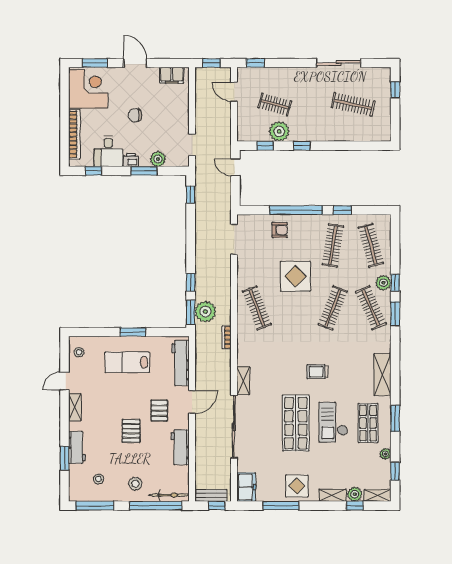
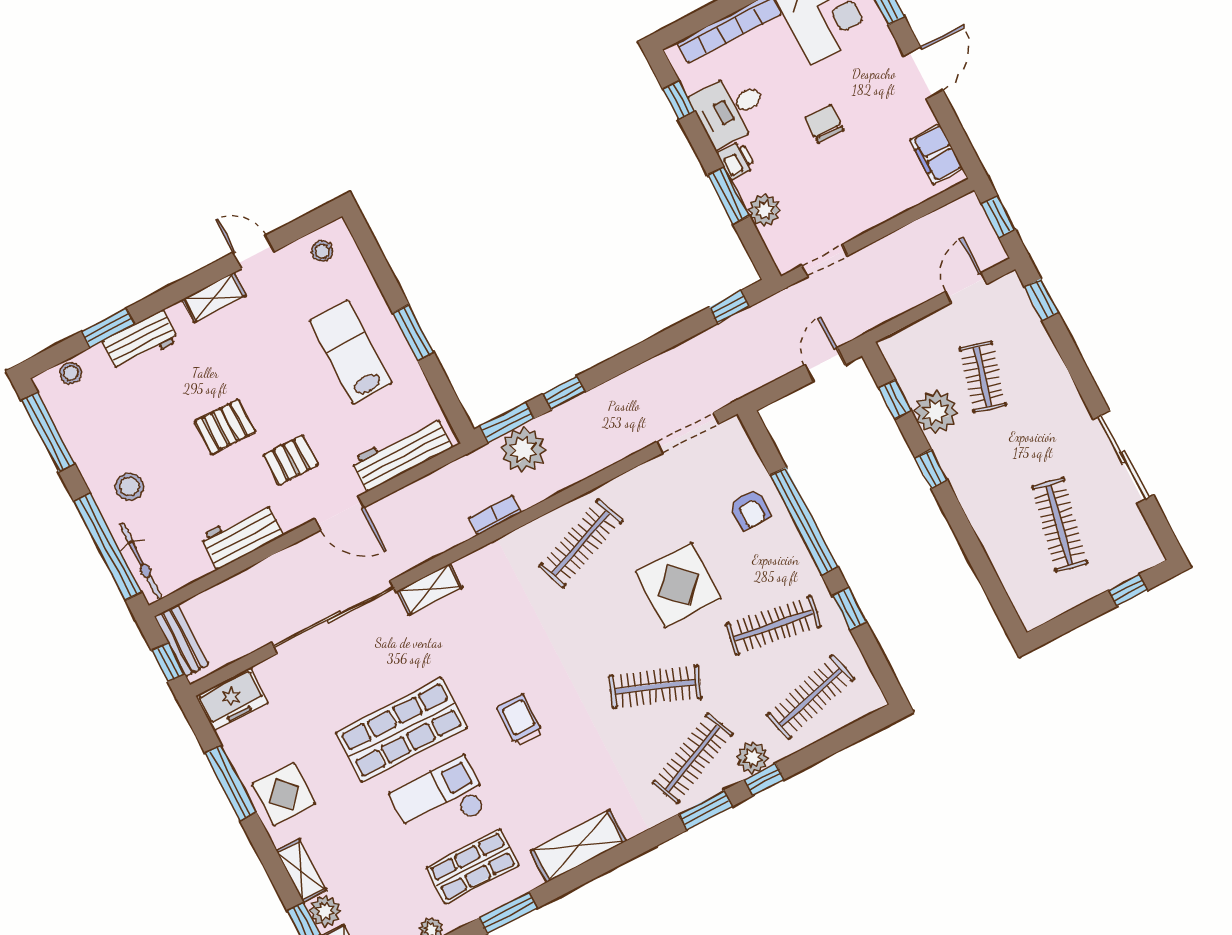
stool: (99, 479) -> (71, 373), moved

